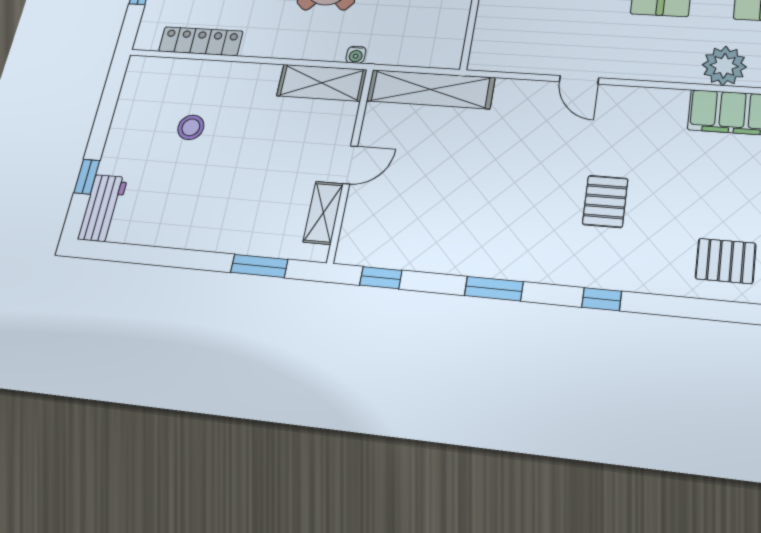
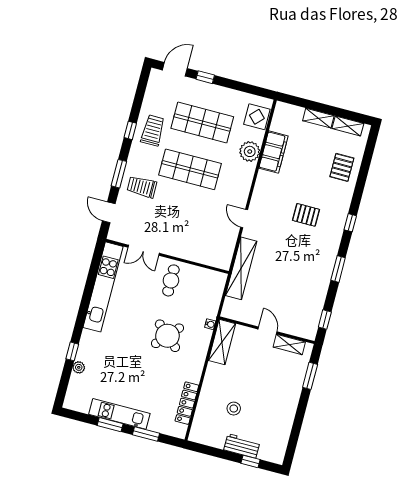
door: (579, 80) -> (244, 219), swing flipped
shelving: (430, 89) -> (241, 268), moved
workbench: (103, 208) -> (242, 446), moved

